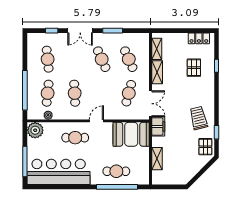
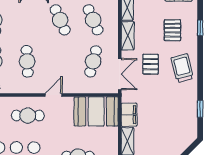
trolley: (199, 118) -> (182, 68), moved
filing cabinet: (158, 126) -> (129, 115), moved
pallet: (205, 147) -> (151, 64), moved

